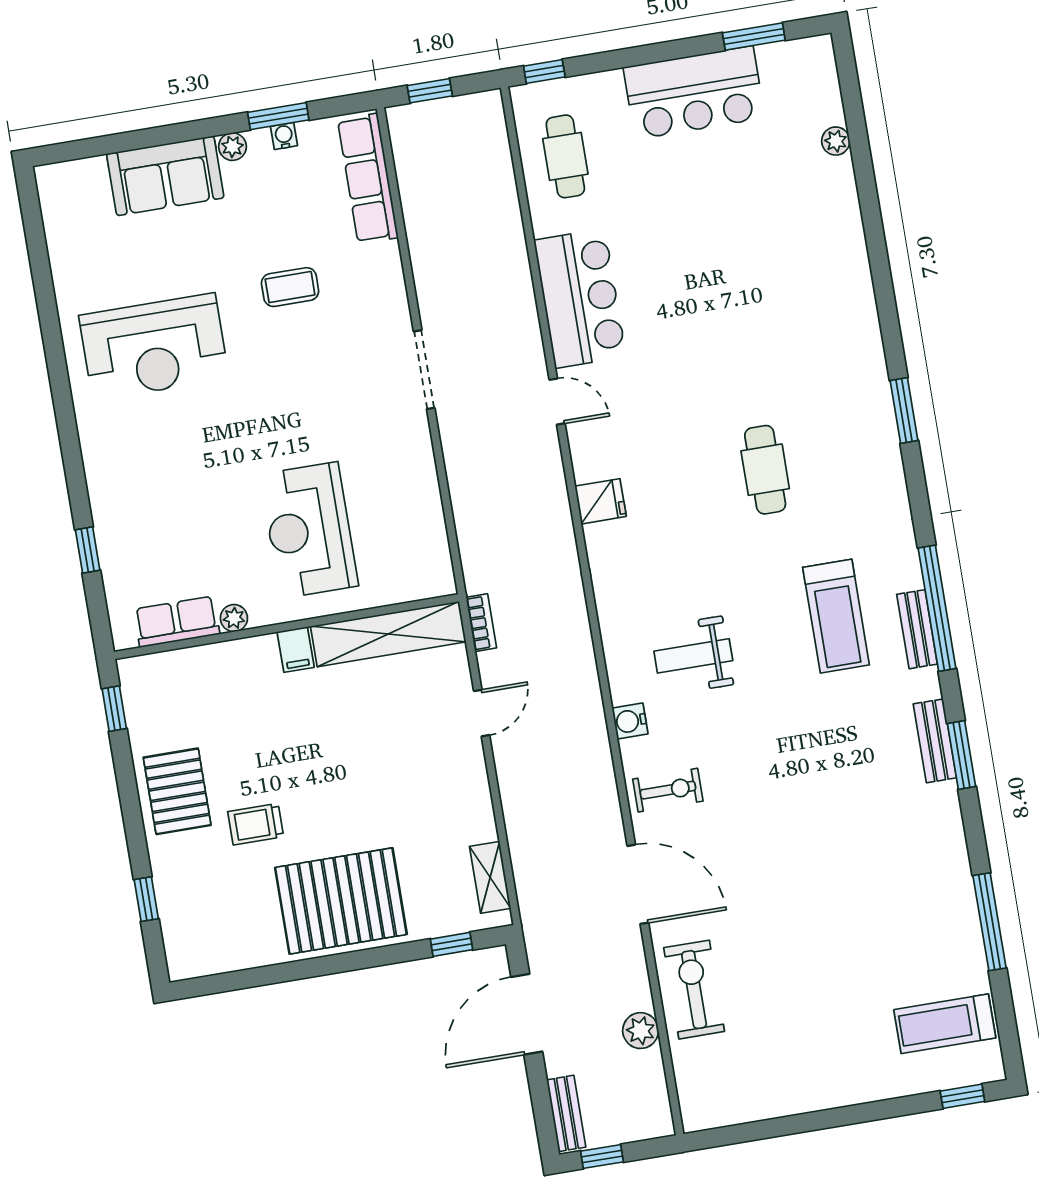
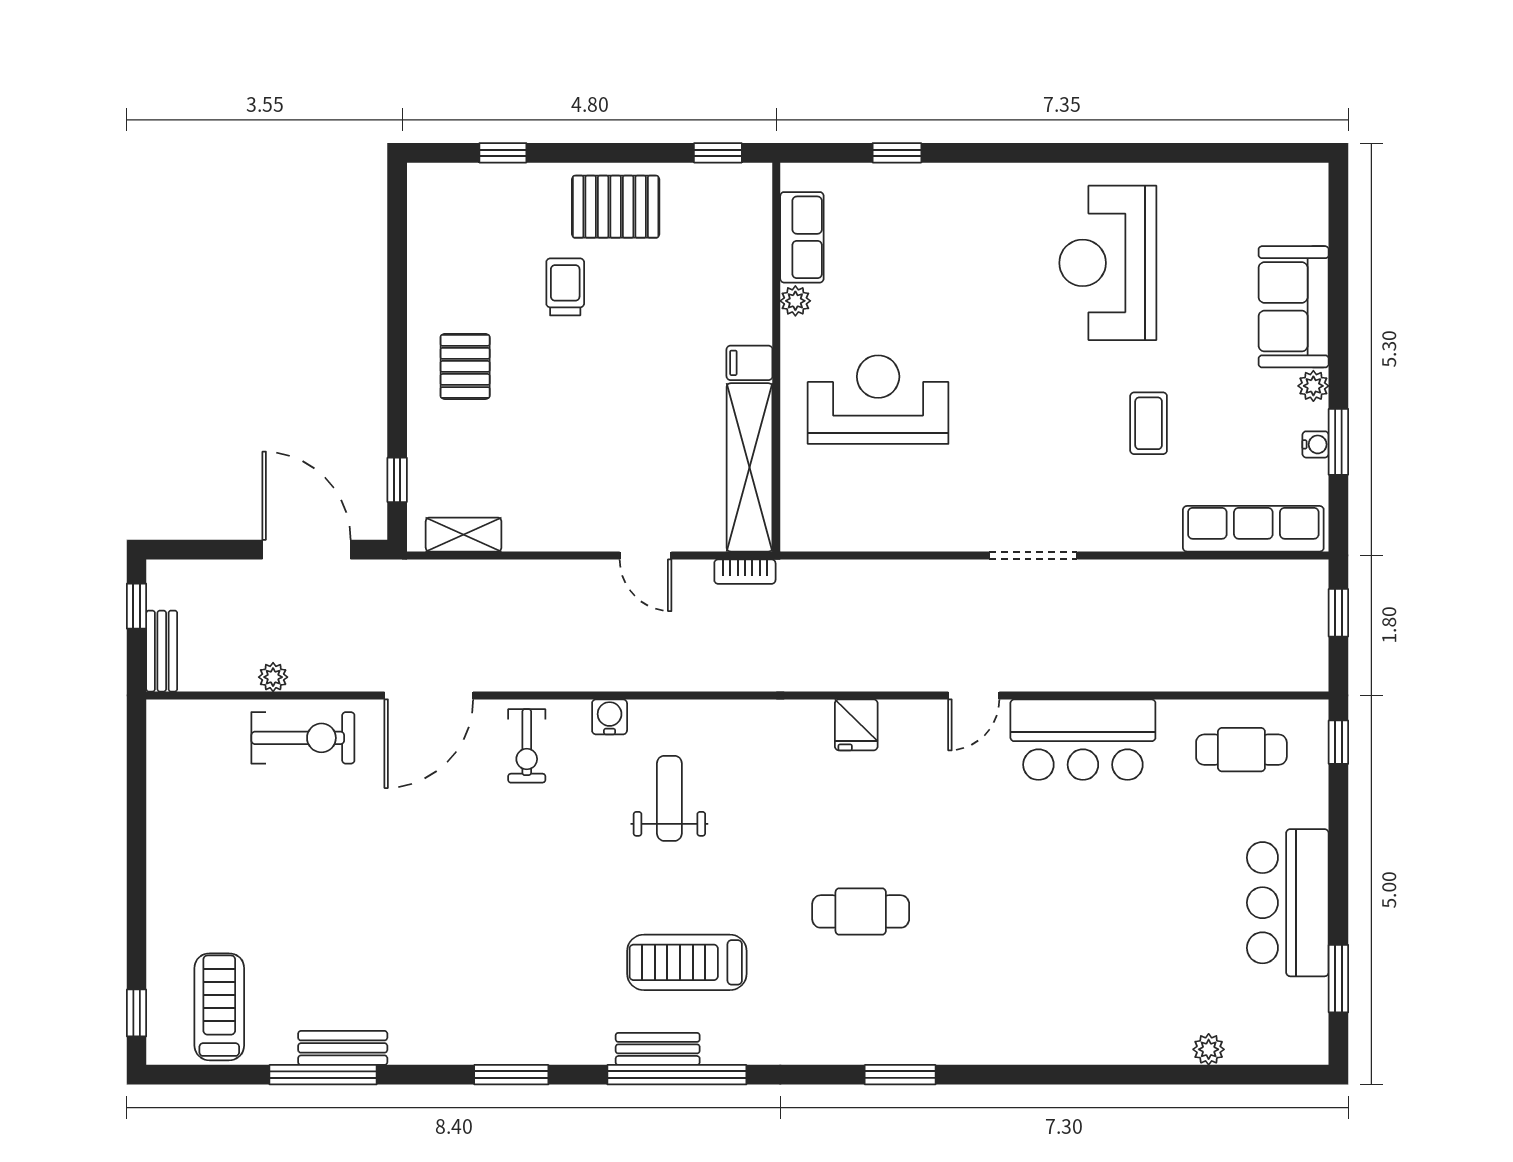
bench: (935, 741) -> (343, 1048), moved
pallet: (341, 901) -> (465, 366), width x0.49, depth x0.50
plant: (641, 1031) -> (273, 677), width x0.73, depth x0.73
bench: (566, 1113) -> (162, 651), moved, turned 90

